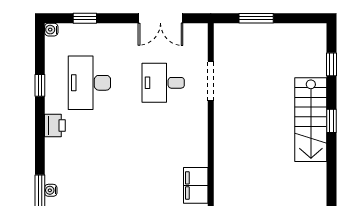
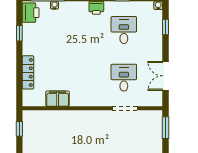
window: (256, 18) -> (165, 128), moved
desk: (89, 83) -> (124, 30), width x0.73

